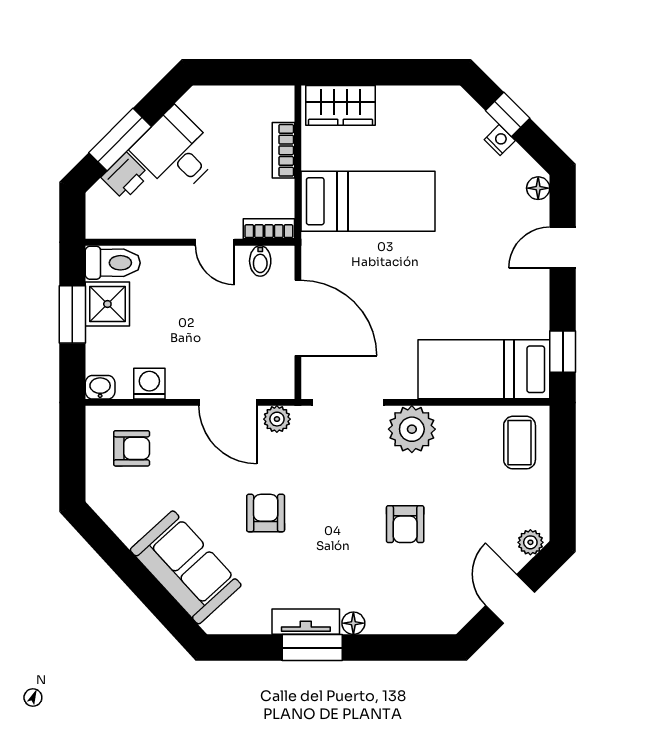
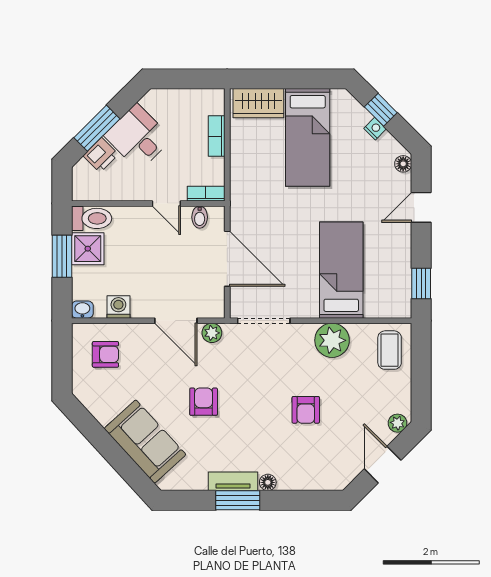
bed: (368, 201) -> (308, 137), moved, turned 90
bed: (484, 369) -> (341, 270), moved, turned 90
plant: (412, 429) -> (332, 340), moved

